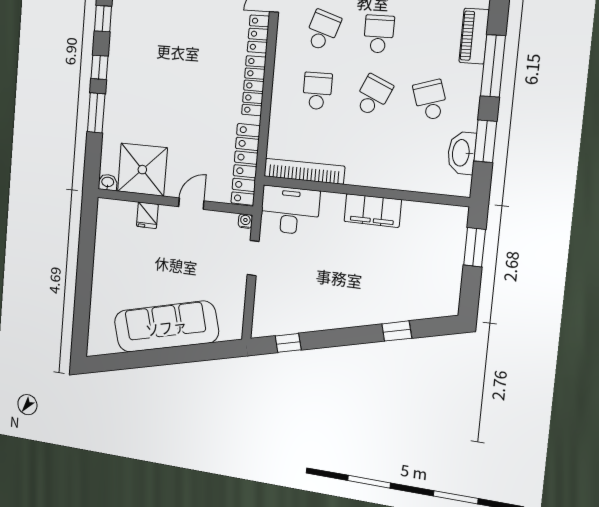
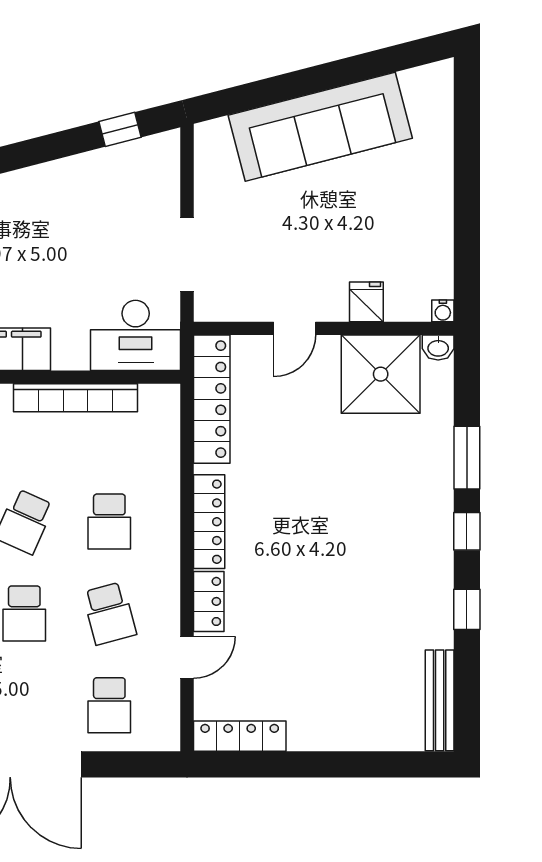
school desk: (323, 30) -> (109, 613), turned -33
bookcase: (304, 171) -> (76, 398), moved
water cooler: (245, 221) -> (443, 311), moved
doorway: (253, 258) -> (187, 255), width x1.38

